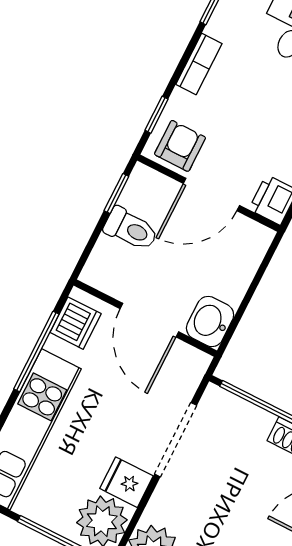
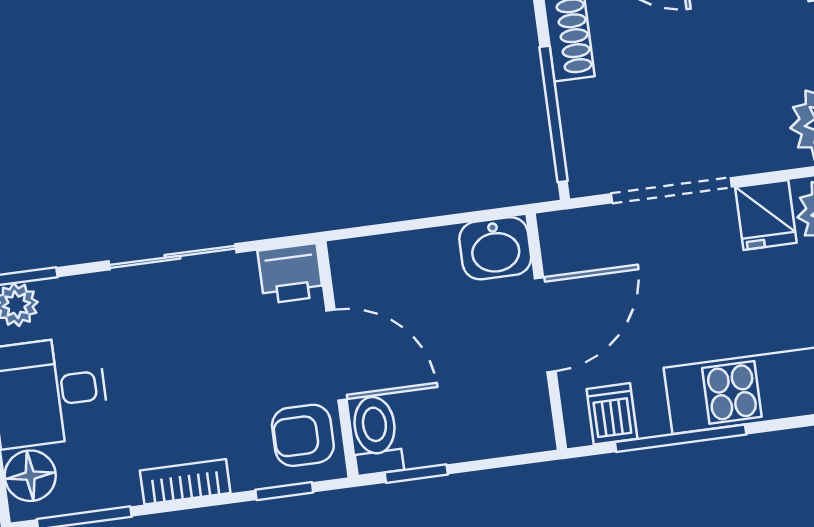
toilet: (131, 229) -> (376, 435), moved
dishwasher: (76, 323) -> (612, 414), width x0.73

